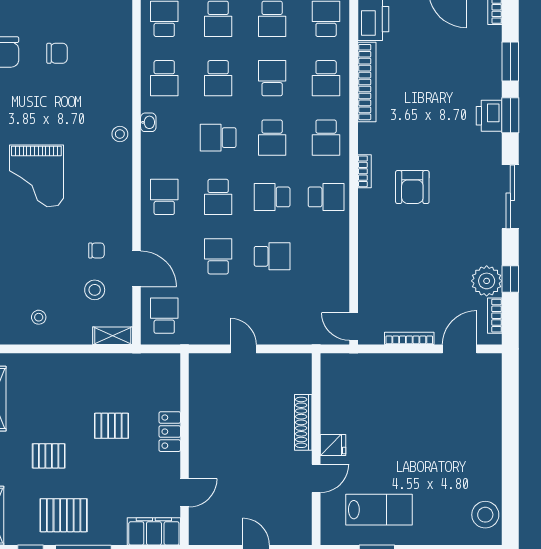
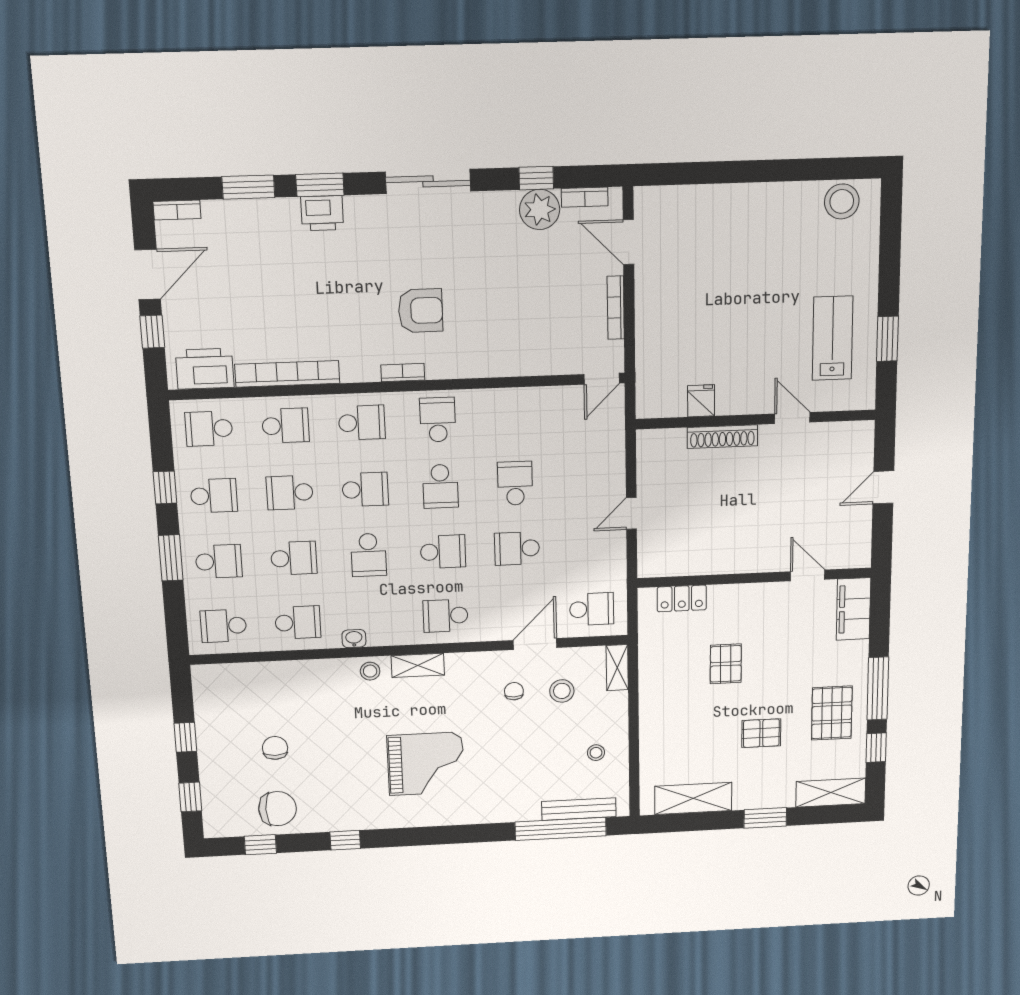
shelving: (123, 173) -> (418, 665), added
school desk: (164, 316) -> (592, 609), turned 180
locker: (170, 432) -> (682, 598), moved
fridge: (333, 445) -> (701, 401), moved
pallet: (49, 456) -> (761, 733), turned 90

